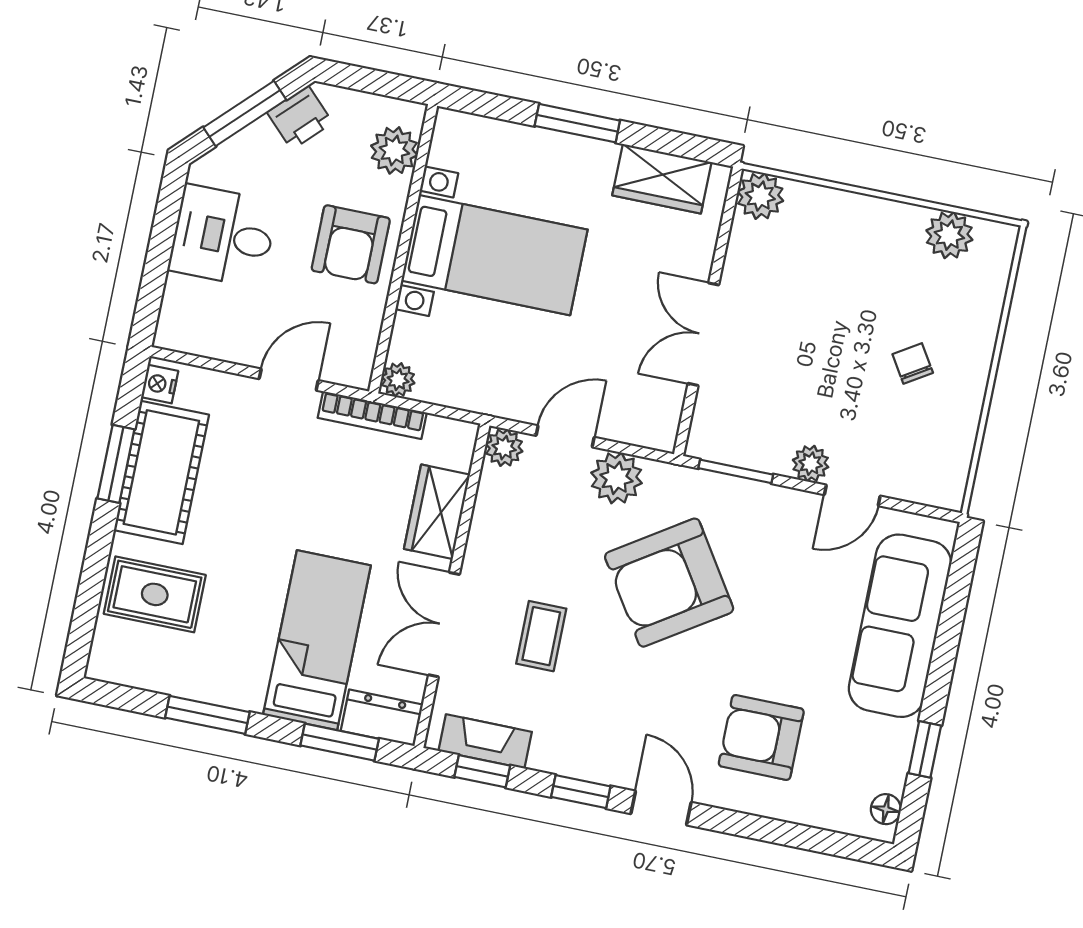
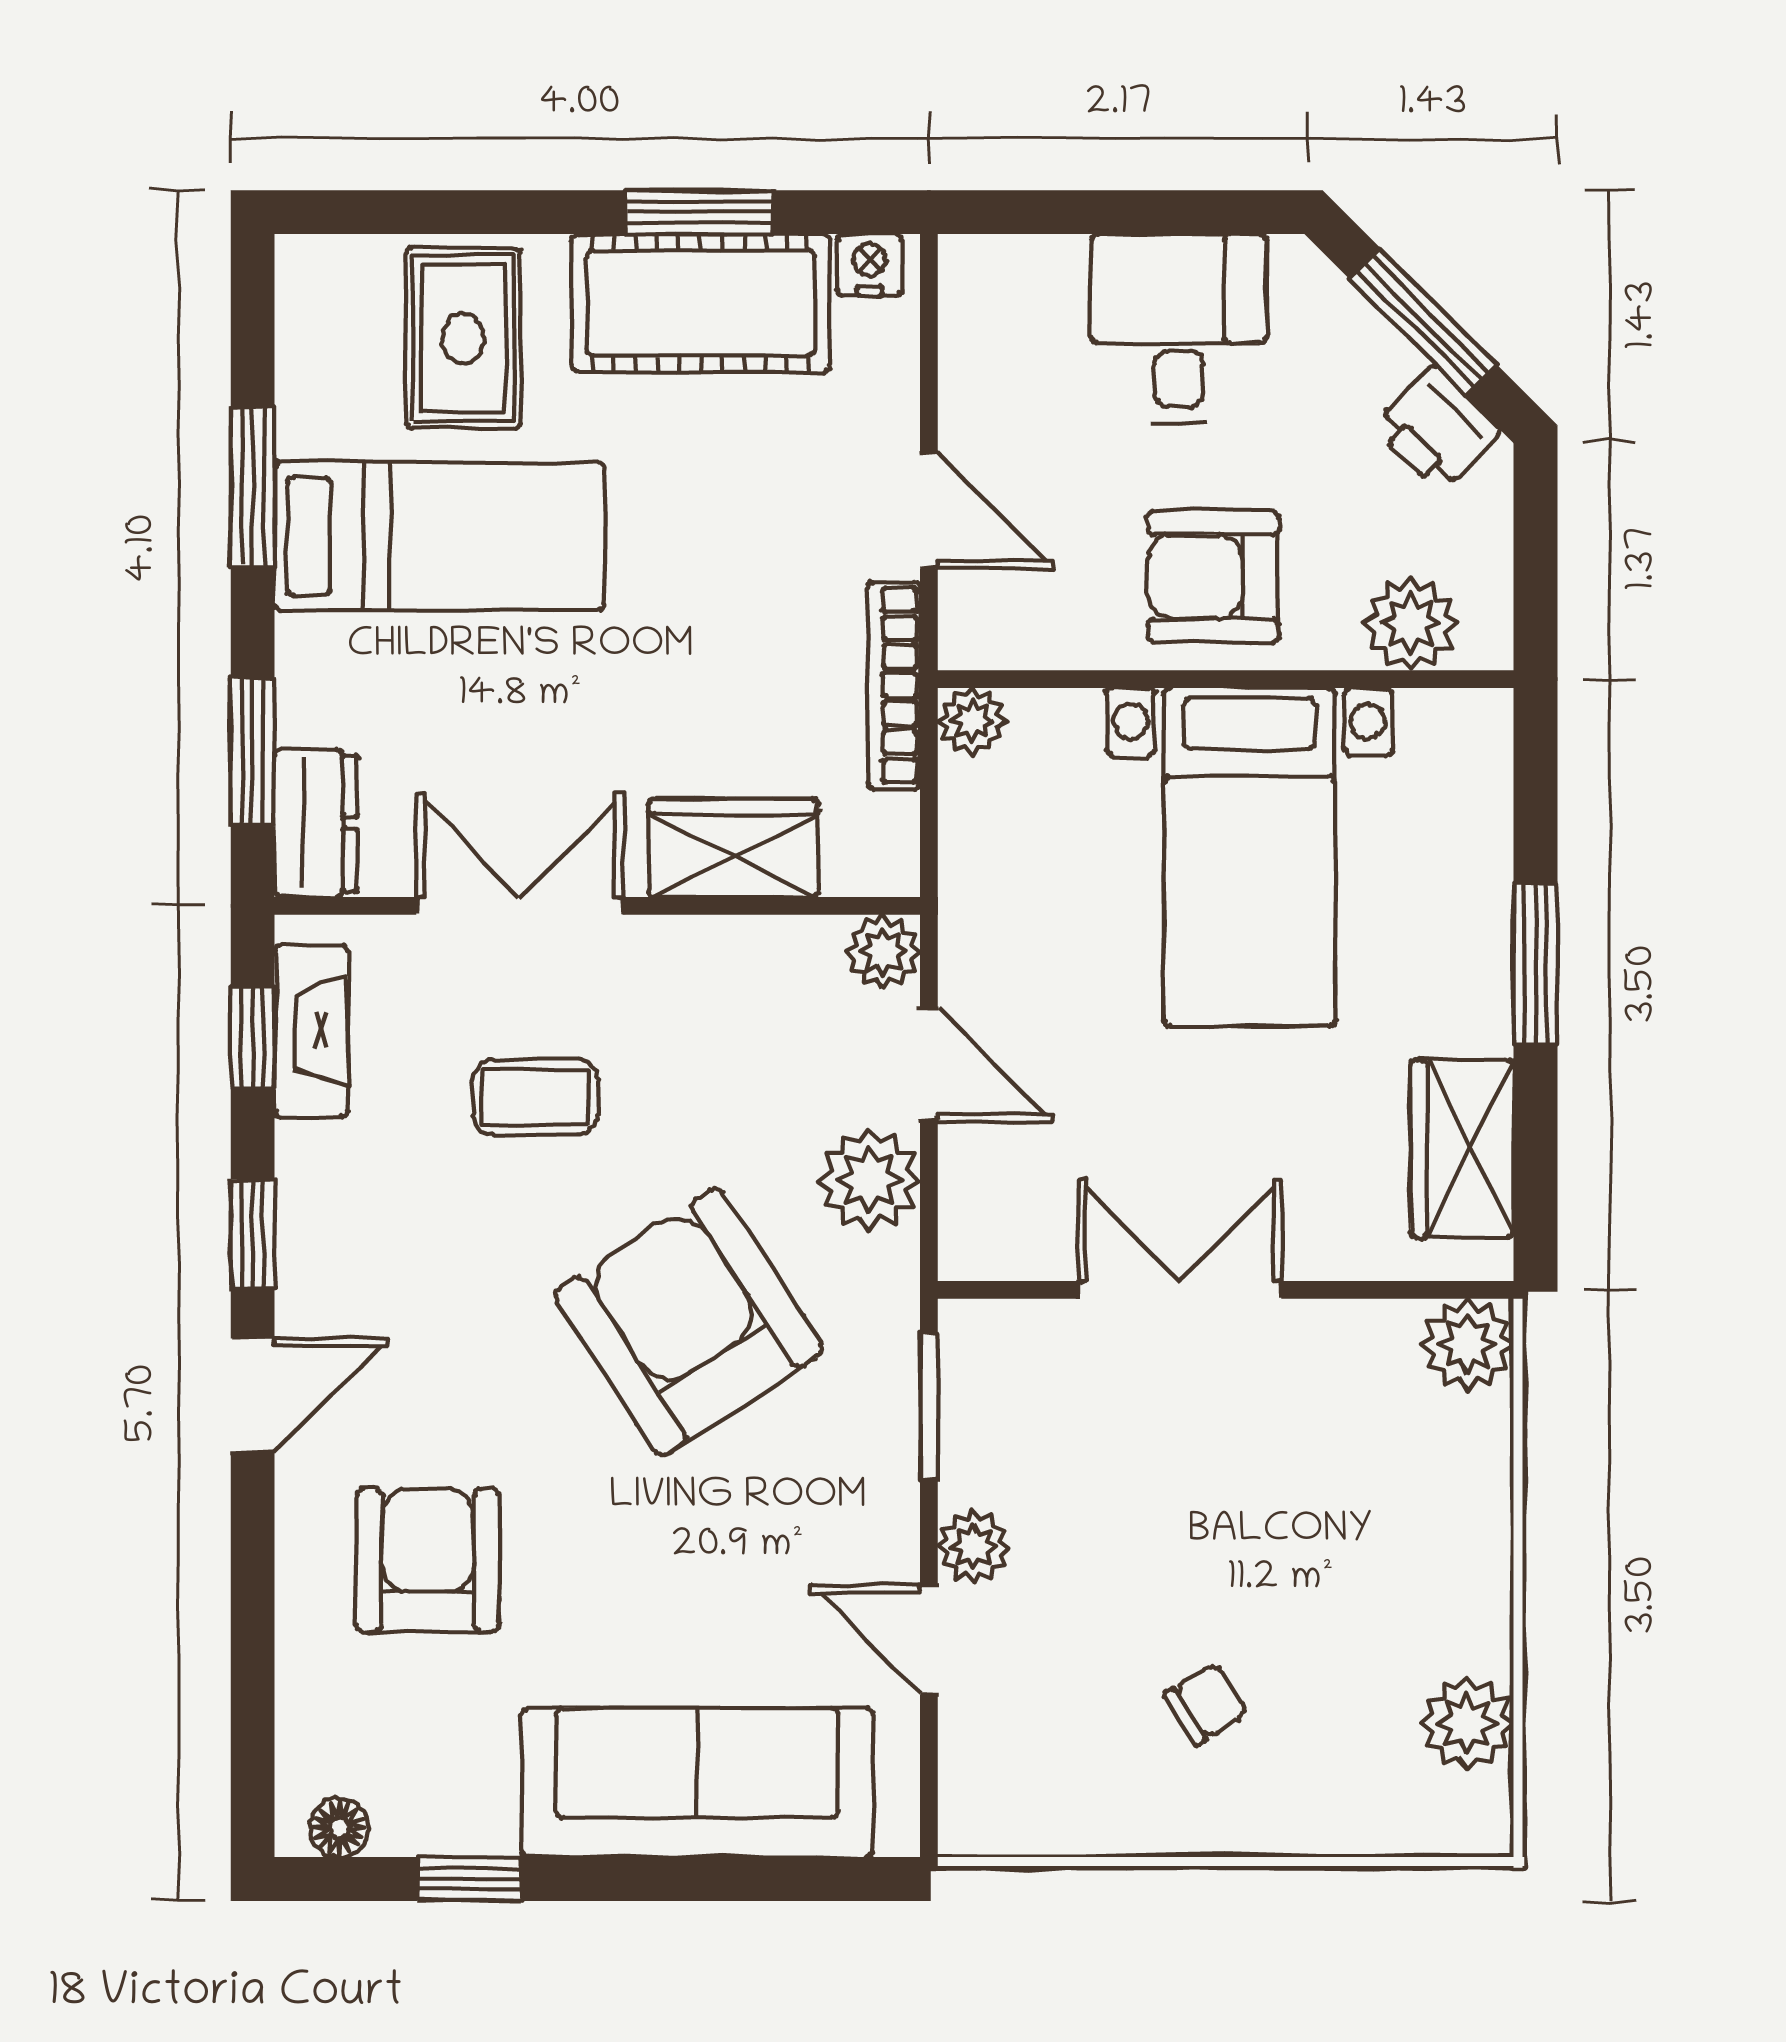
bed: (317, 640) -> (439, 536), moved

